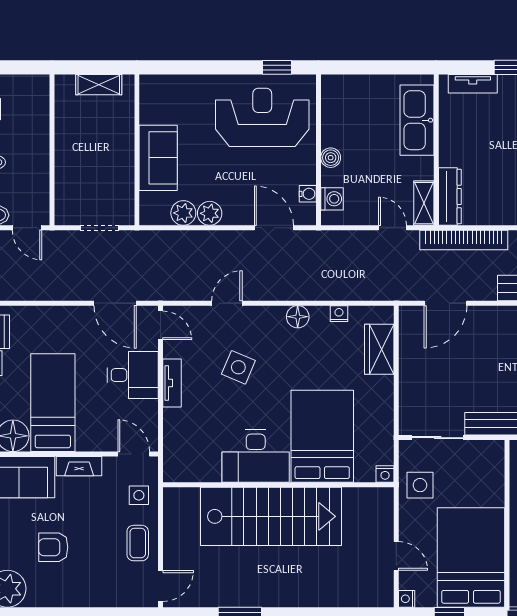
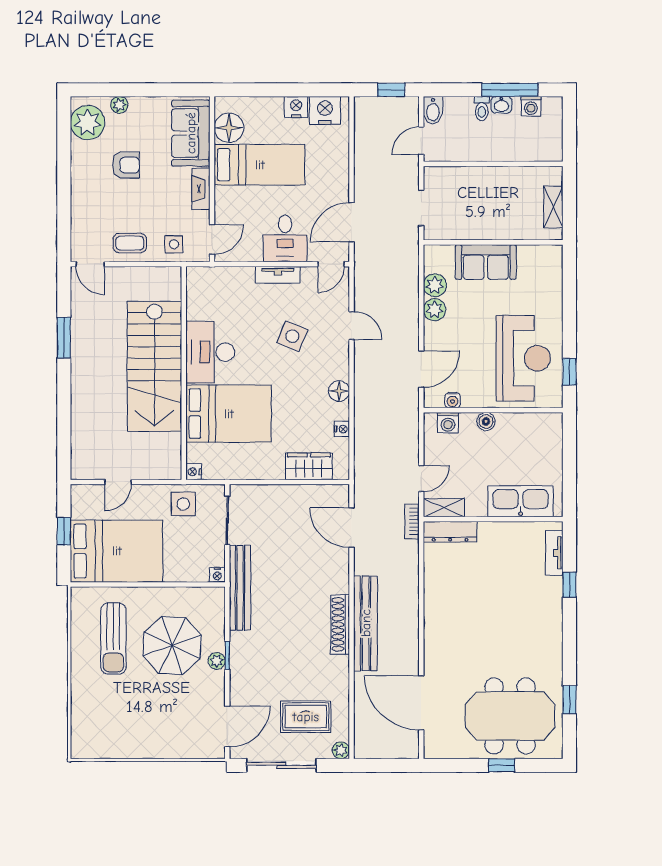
bookcase: (464, 240) -> (412, 521), width x0.43, depth x0.76
armchair: (53, 547) -> (126, 165), turned 90
nightstand: (407, 599) -> (217, 575), moved, turned 180

